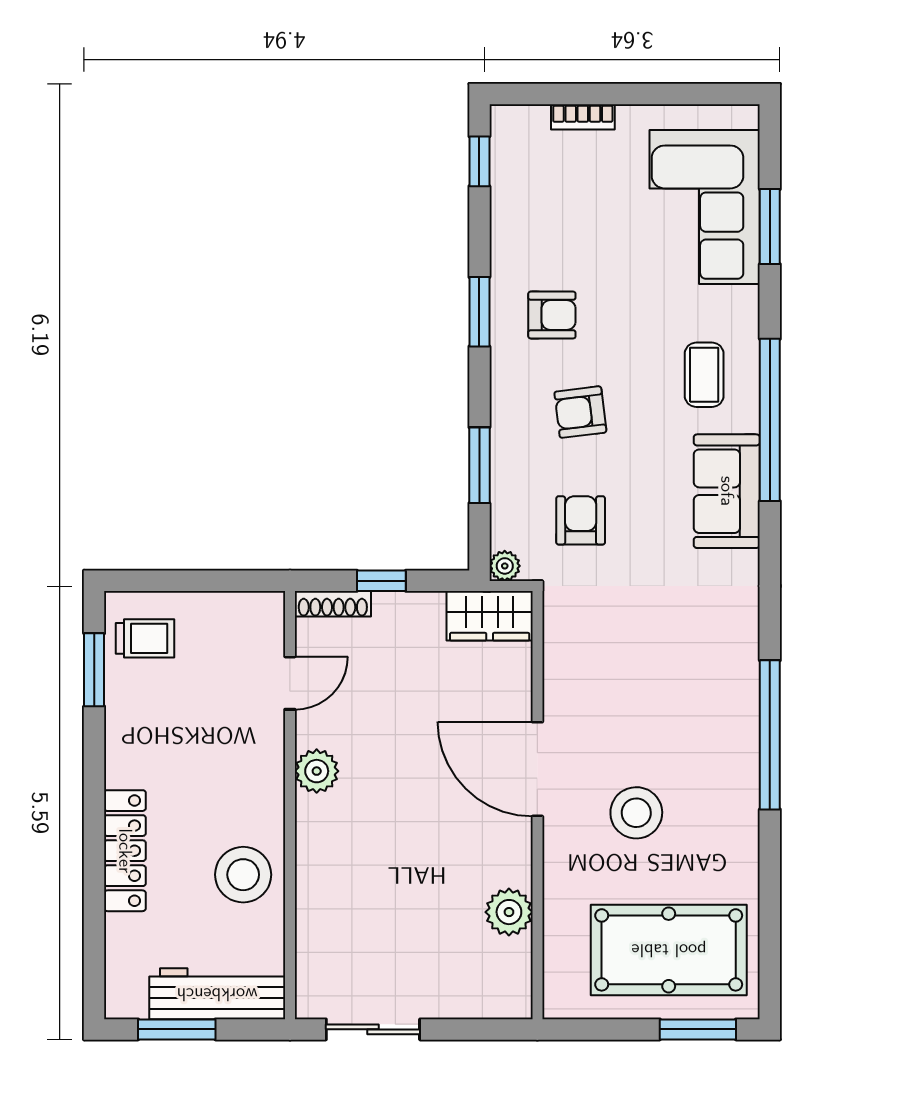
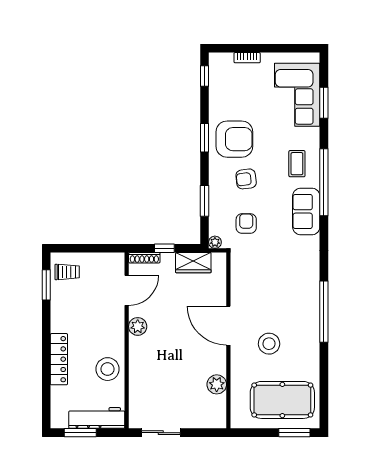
armchair: (552, 315) -> (234, 139), width x1.88, depth x1.88
wardrobe: (490, 616) -> (193, 263), moved
door: (290, 683) -> (127, 290), width x1.38

